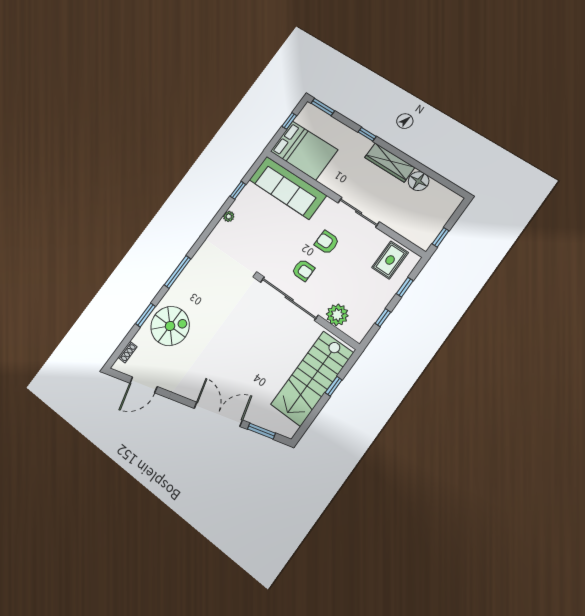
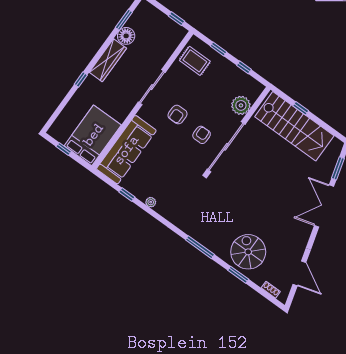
window: (323, 107) -> (124, 20), moved

